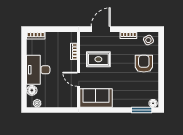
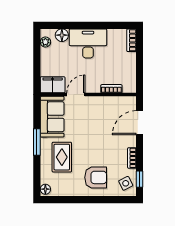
door: (101, 29) -> (140, 123), swing flipped
window: (145, 29) -> (140, 179), added
rug: (98, 59) -> (62, 157), moved
filing cabinet: (71, 98) -> (53, 85), added
window: (142, 110) -> (37, 142), moved

